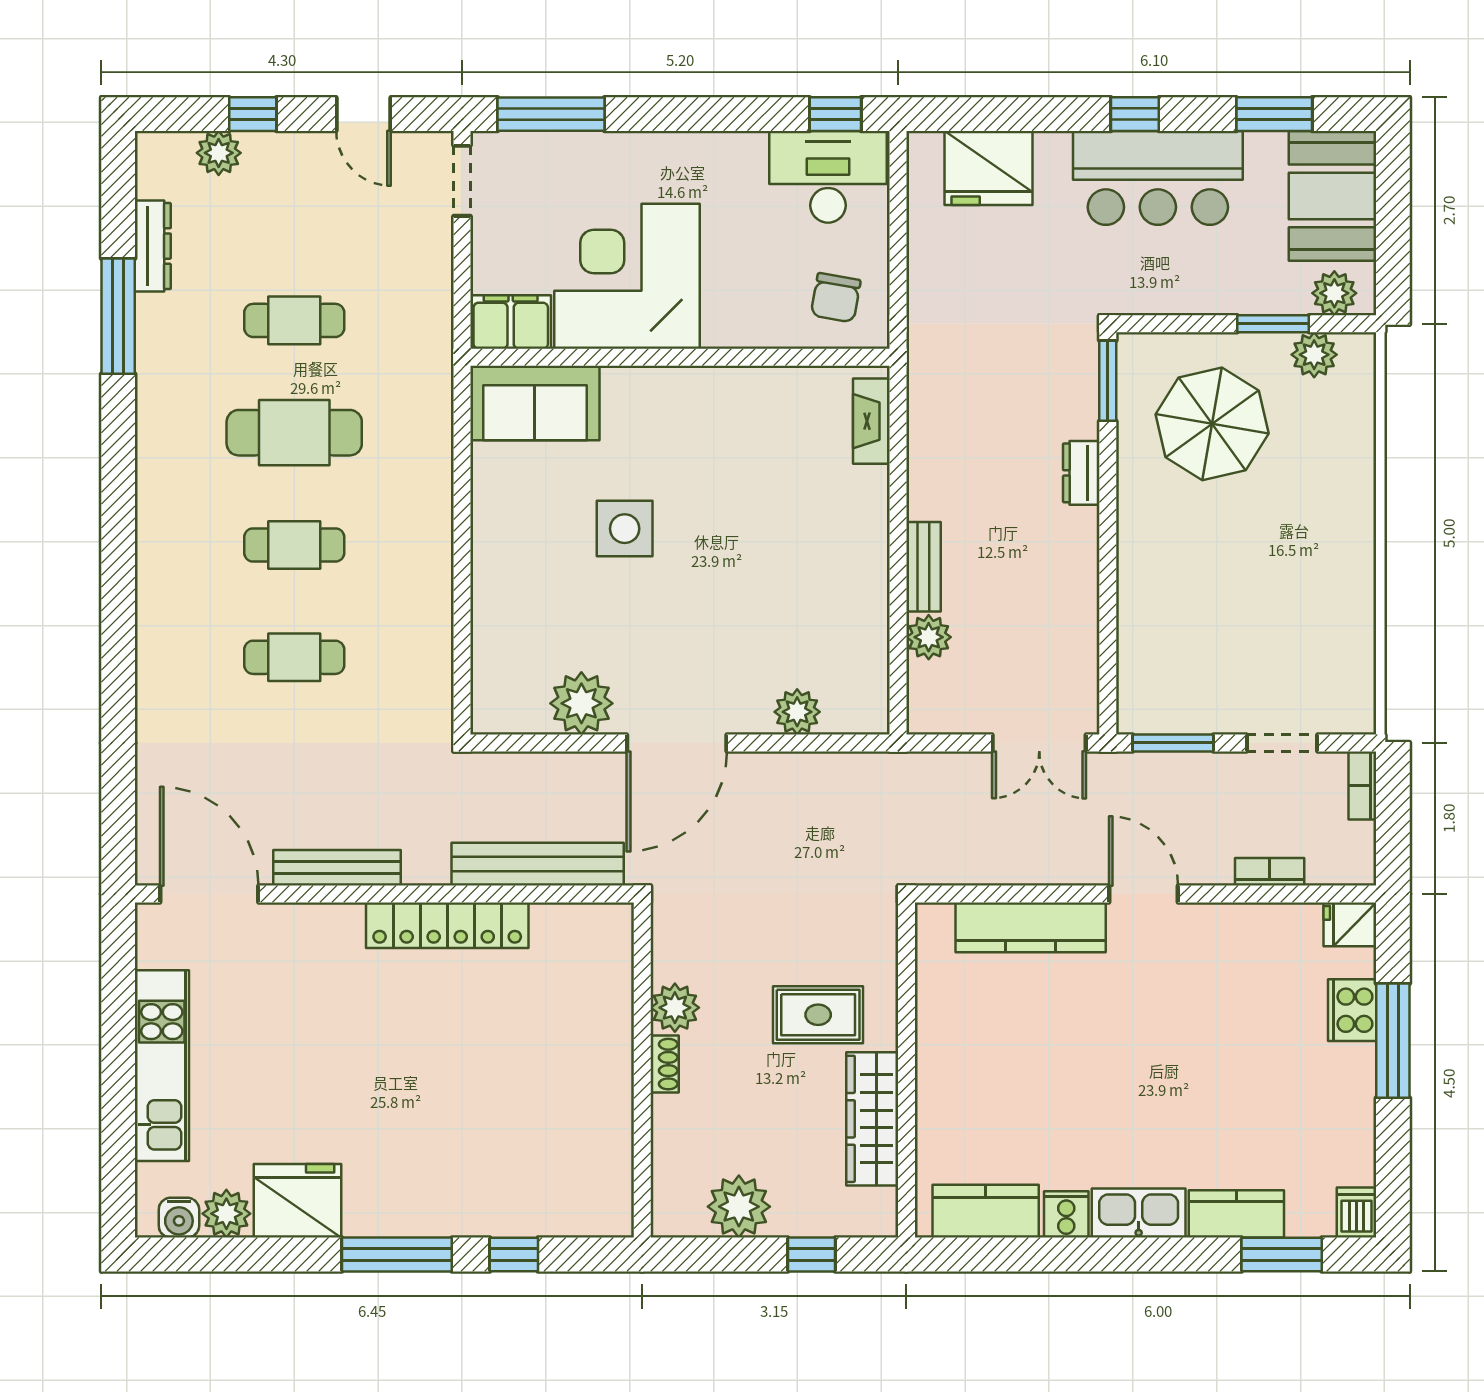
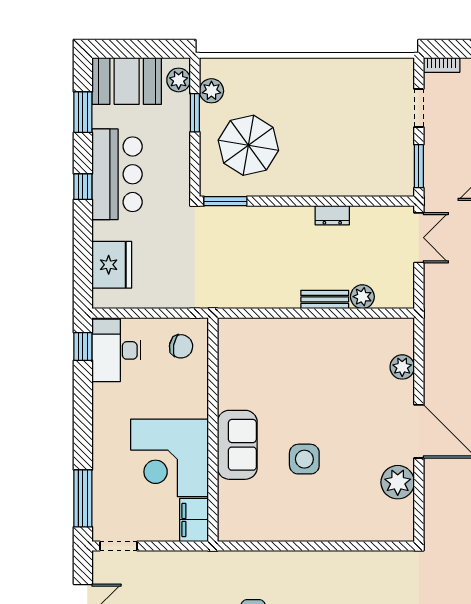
sofa: (535, 403) -> (237, 445), moved
fireplace: (871, 421) -> (247, 327), removed
dresser: (1081, 473) -> (332, 215), moved

